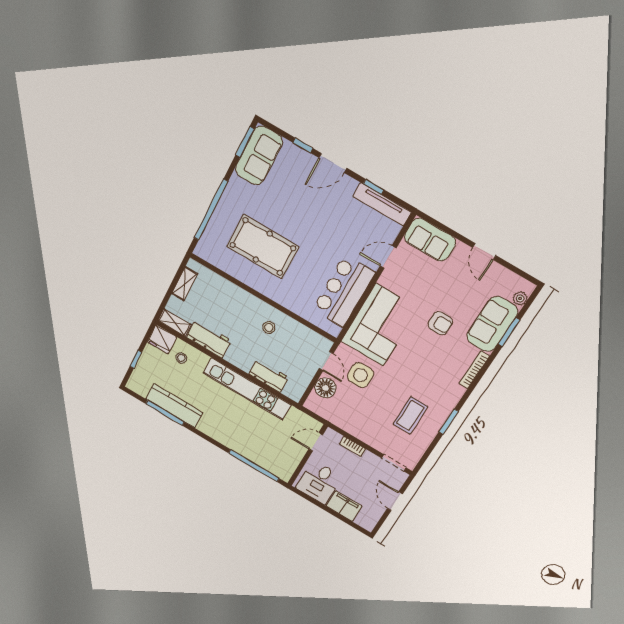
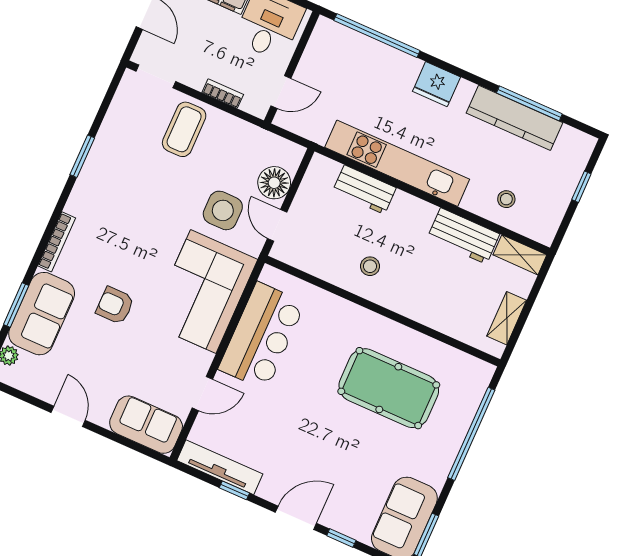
fridge: (162, 339) -> (436, 84), moved, turned 180
coffee table: (410, 415) -> (184, 129), moved

